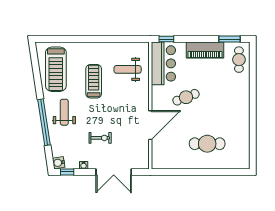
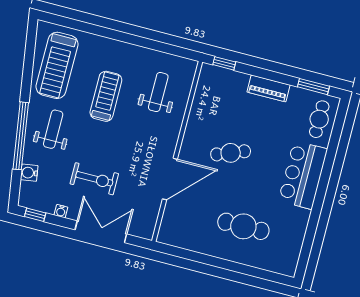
piano: (205, 50) -> (268, 88), width x0.73, depth x0.75
bar counter: (163, 63) -> (303, 175), moved, turned 180
weight bench: (128, 69) -> (158, 92), turned 90
exercise bike: (100, 138) -> (94, 179), width x1.38, depth x1.39
water cooler: (59, 163) -> (29, 173), moved
double door: (114, 172) -> (101, 232), swing flipped

